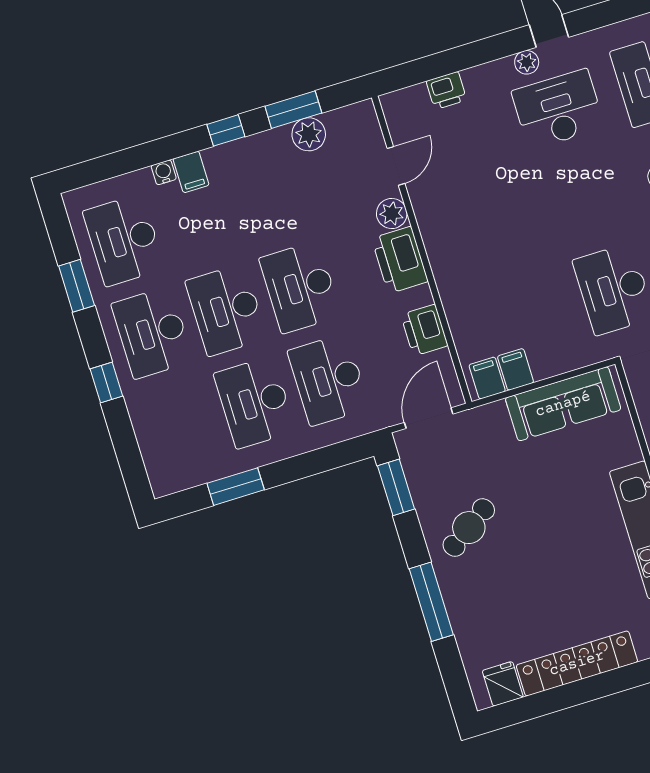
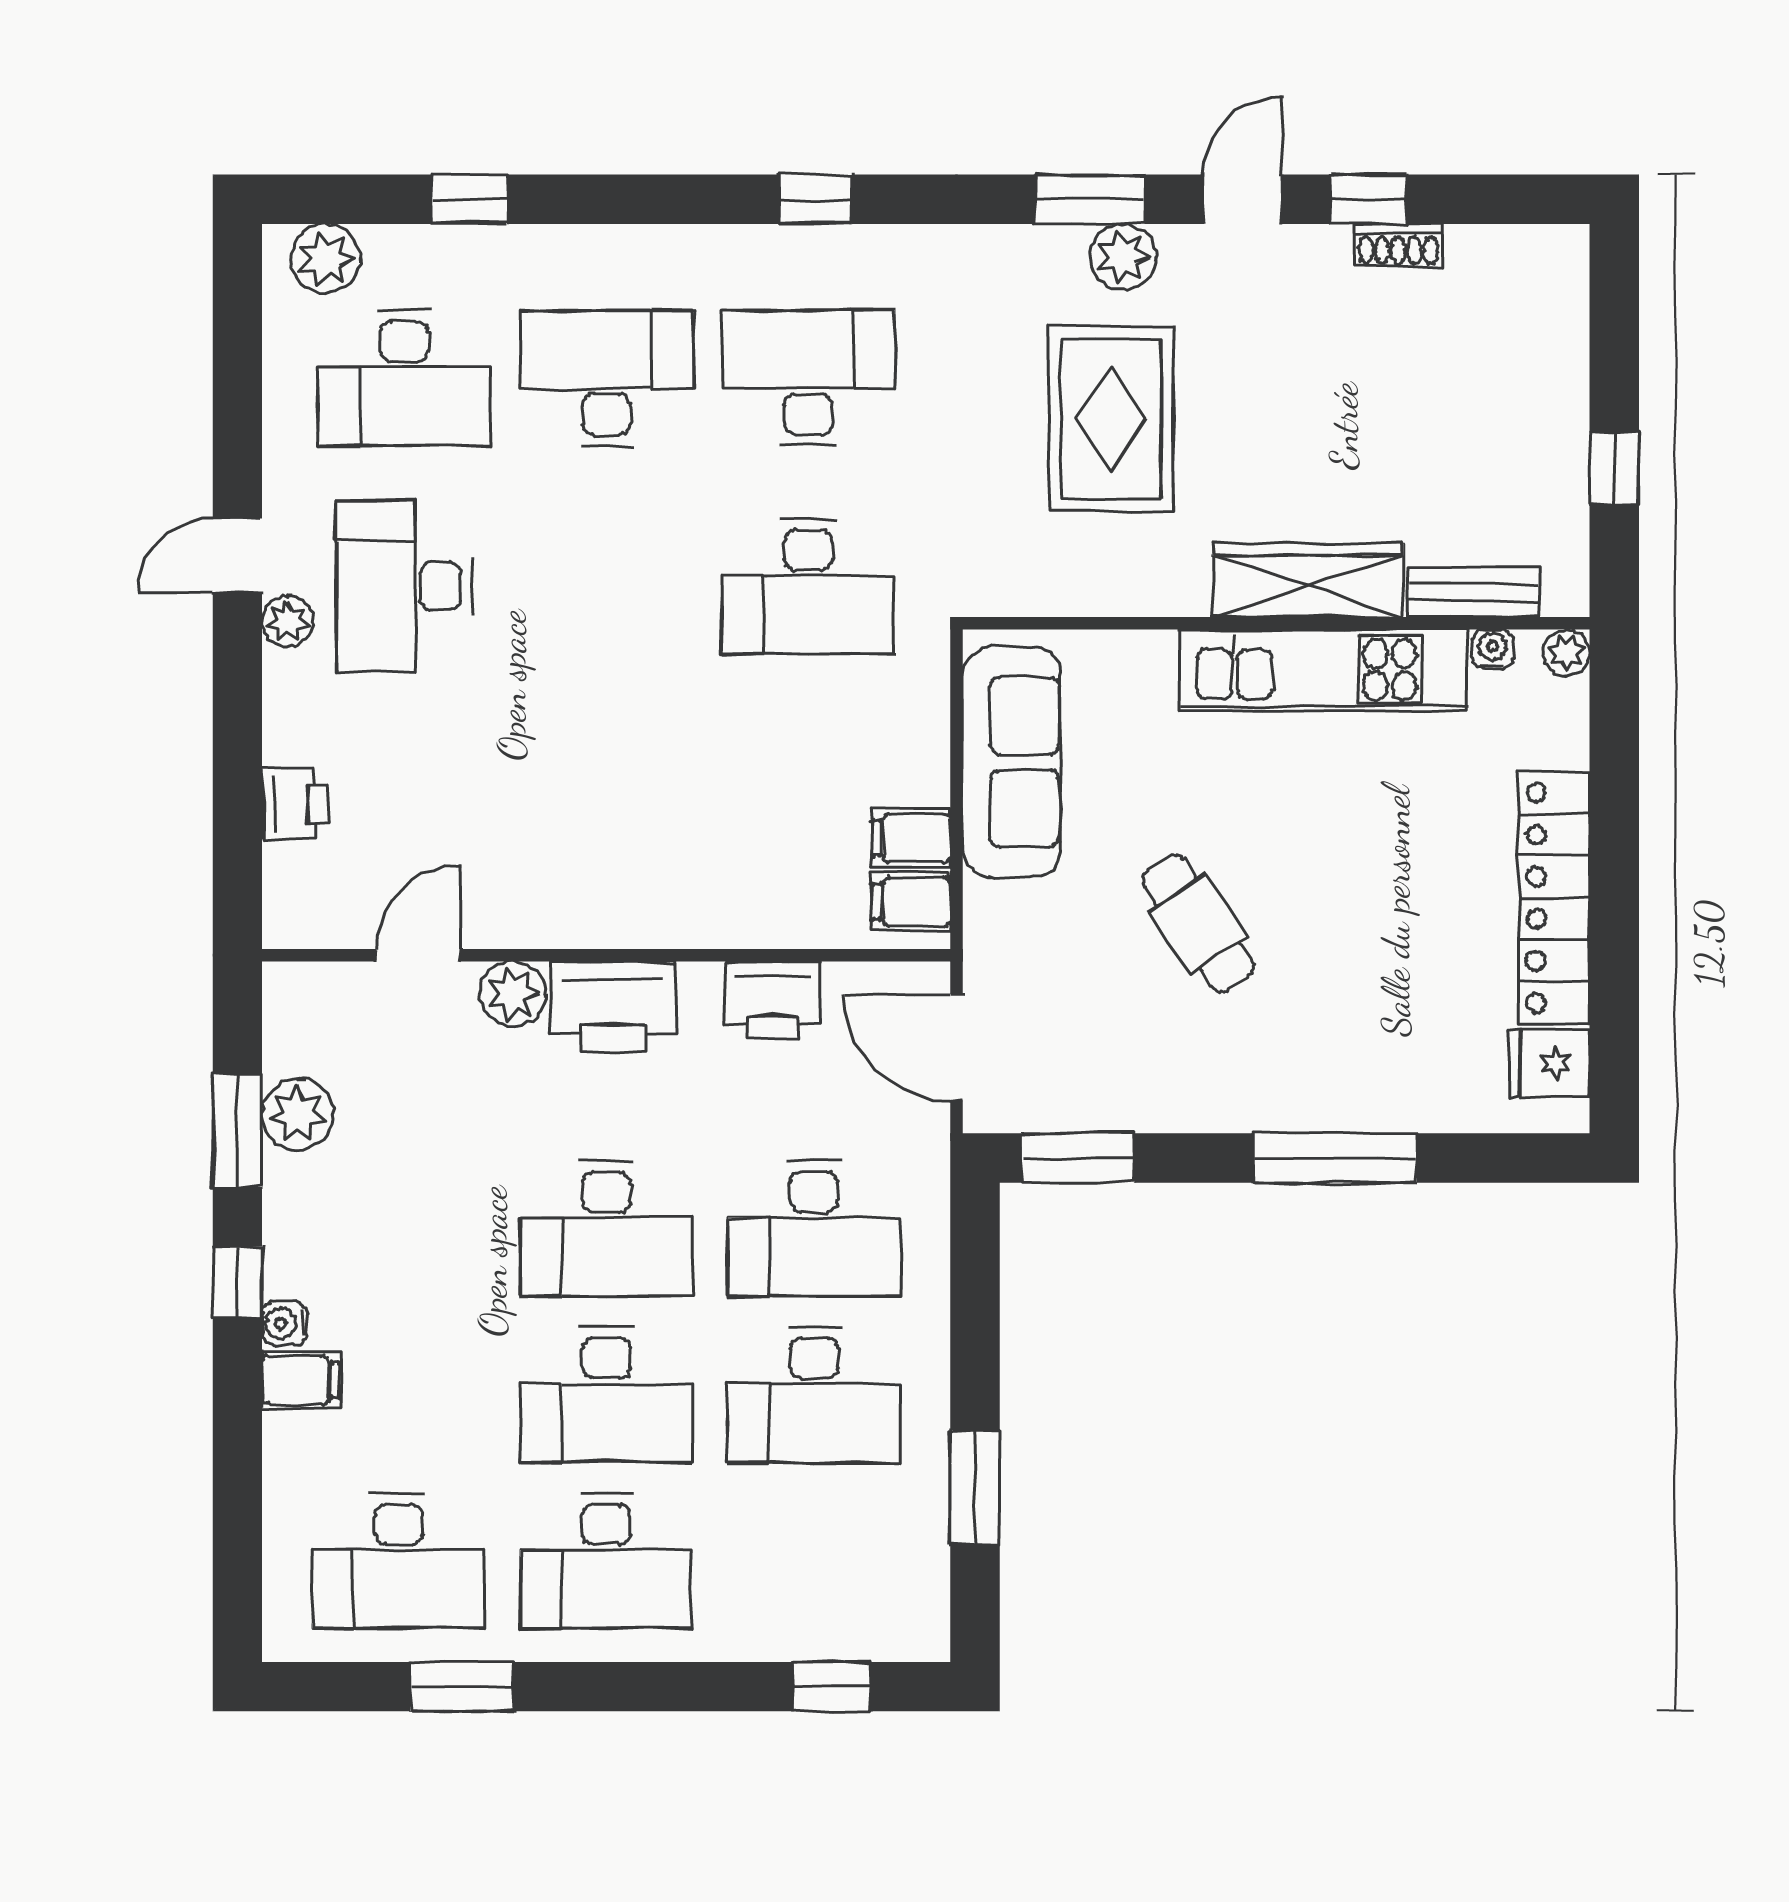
door: (396, 166) -> (418, 955), hinge flipped
water cooler: (164, 172) -> (284, 1323), moved
window: (106, 383) -> (832, 1687), moved
cafe table: (469, 528) -> (1198, 923), moved

